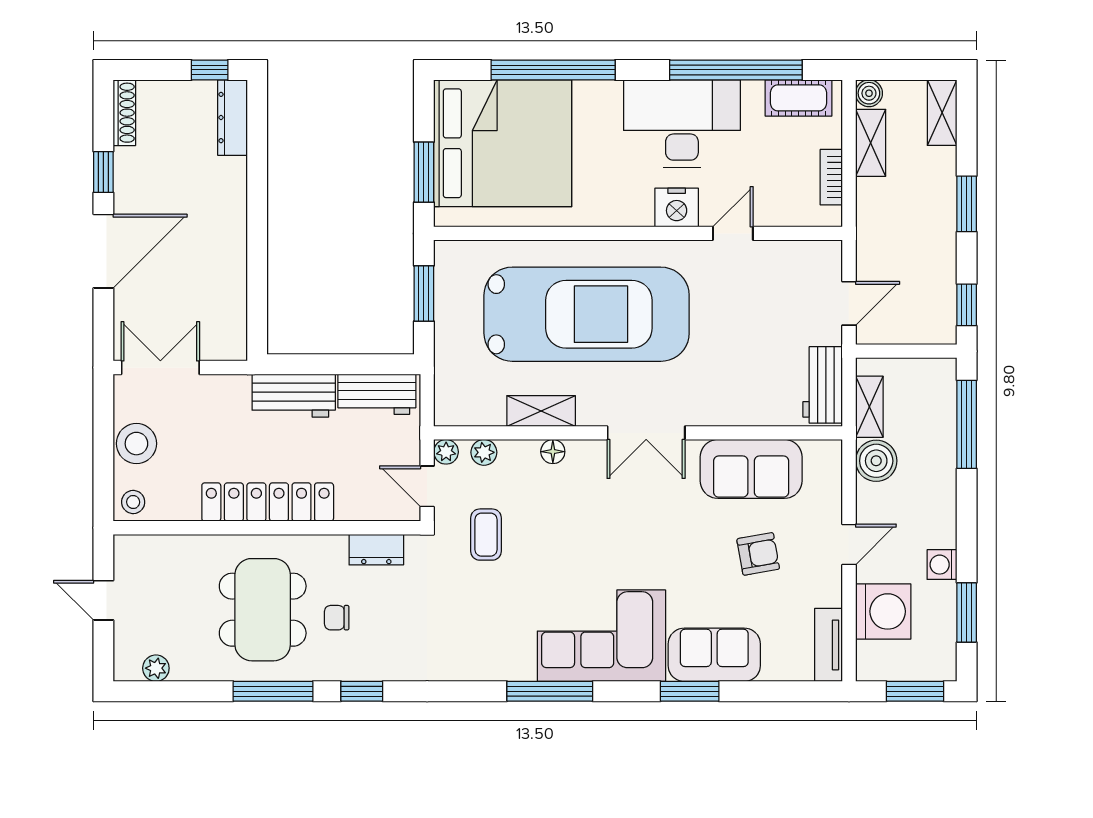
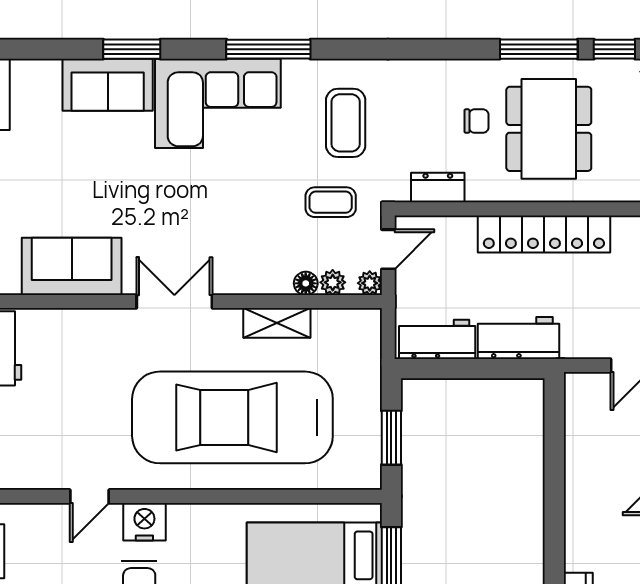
floor lamp: (553, 452) -> (306, 283), moved
door: (427, 486) -> (388, 249), hinge flipped
coffee table: (486, 535) -> (331, 202), turned 90
armchair: (758, 554) -> (65, 183), removed
coffee table: (471, 616) -> (346, 123), added
window: (362, 691) -> (614, 49), moved

